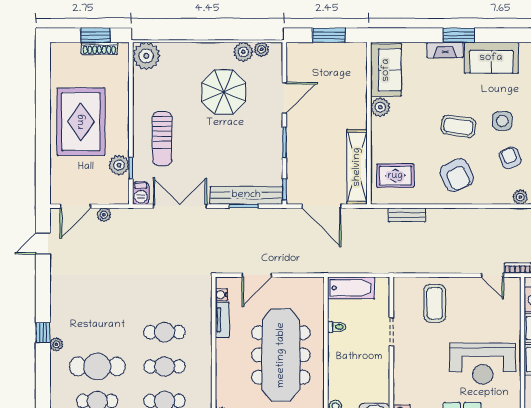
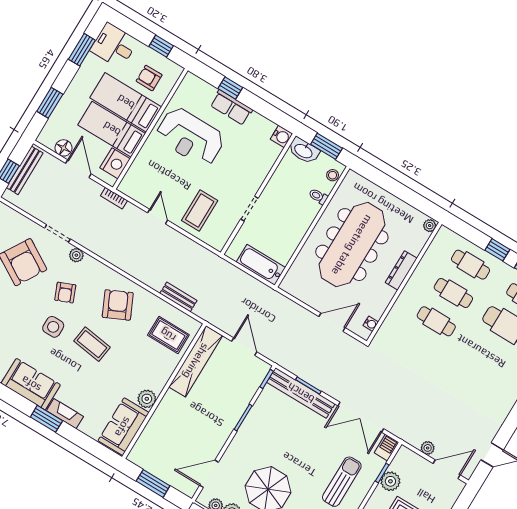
door: (284, 98) -> (209, 474), moved
door: (322, 206) -> (244, 347), width x0.73
door: (493, 275) -> (158, 217), moved
tv unit: (222, 320) -> (383, 303), removed
toilet: (337, 327) -> (318, 196), moved
dresser: (223, 358) -> (401, 270), added
reception desk: (483, 364) -> (190, 137), turned 180

